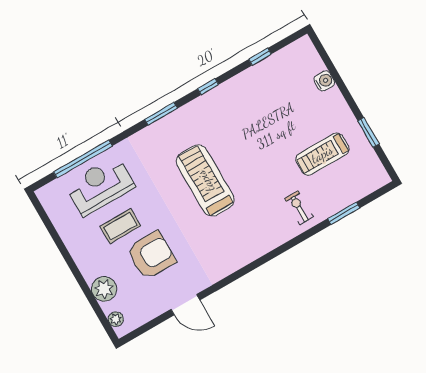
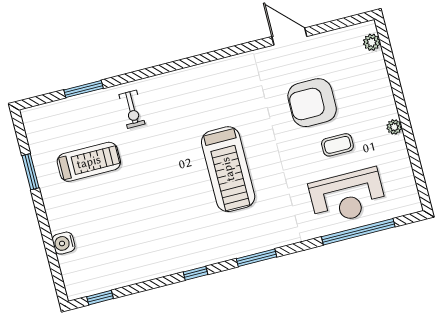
window: (260, 57) -> (100, 298), moved
coffee table: (120, 226) -> (337, 145), width x0.73, depth x0.77
plant: (104, 289) -> (394, 127), moved, width x0.53, depth x0.53

